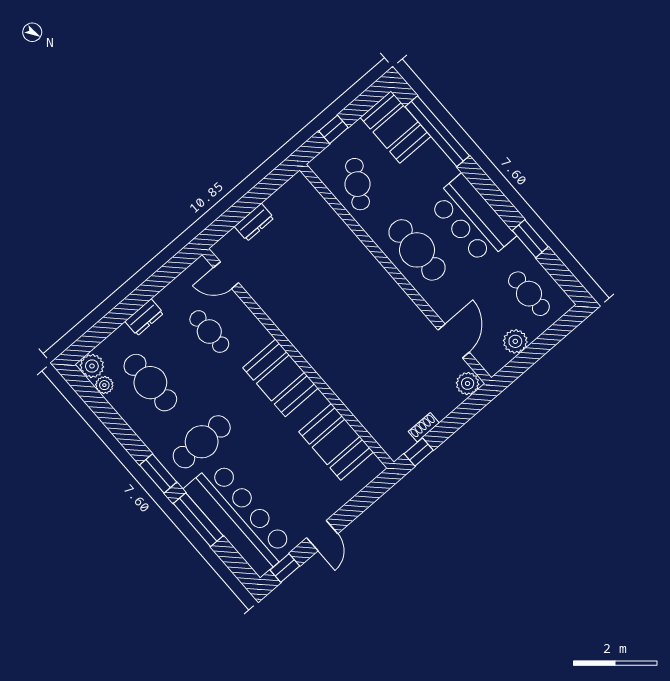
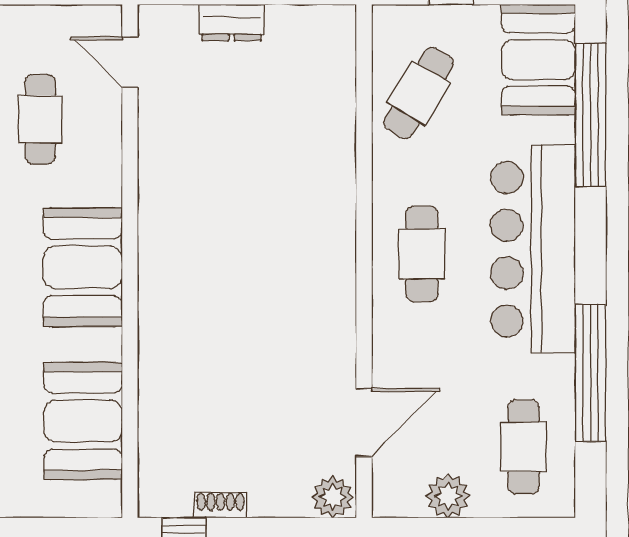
bar counter: (472, 219) -> (533, 249), width x1.36
window: (530, 239) -> (591, 373), width x2.11
cafe table: (417, 250) -> (422, 254), width x0.73, depth x0.74

